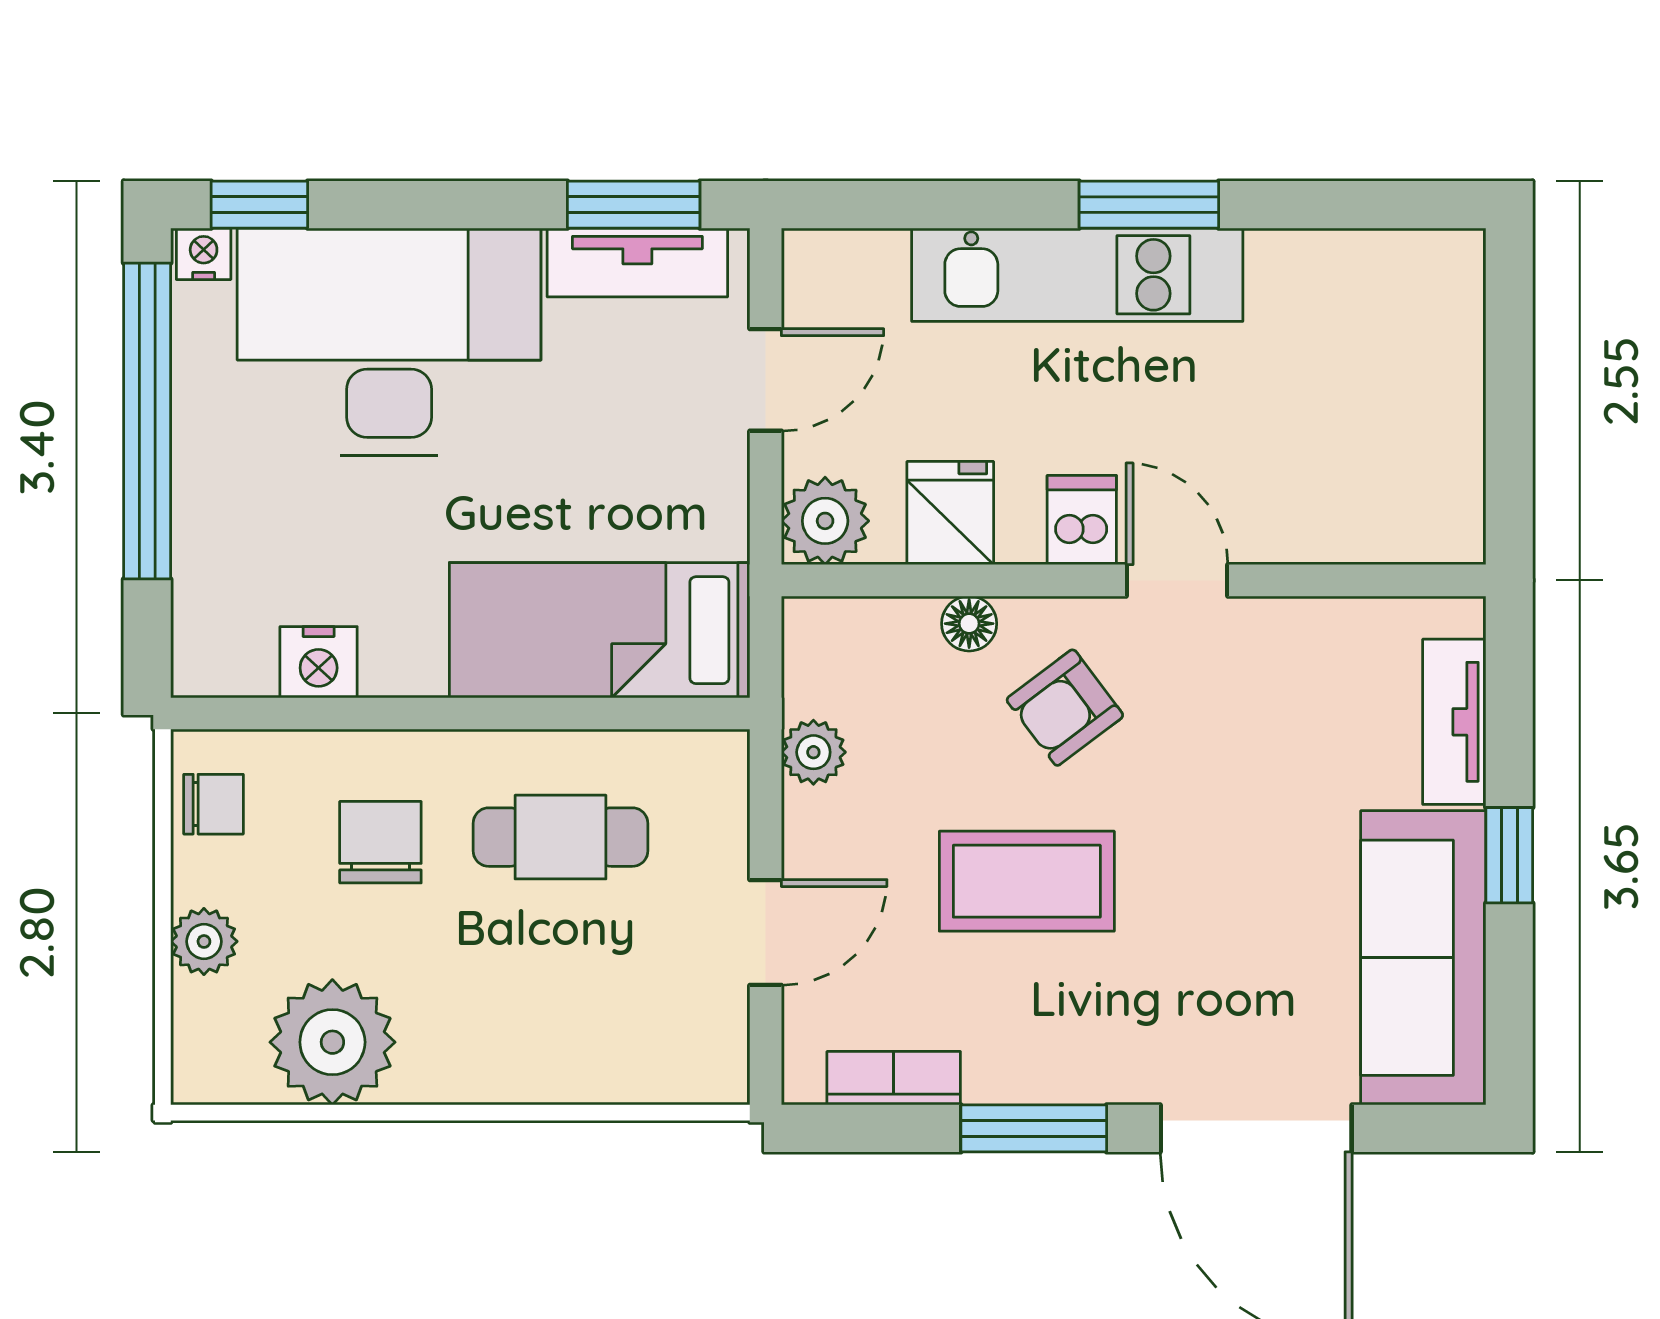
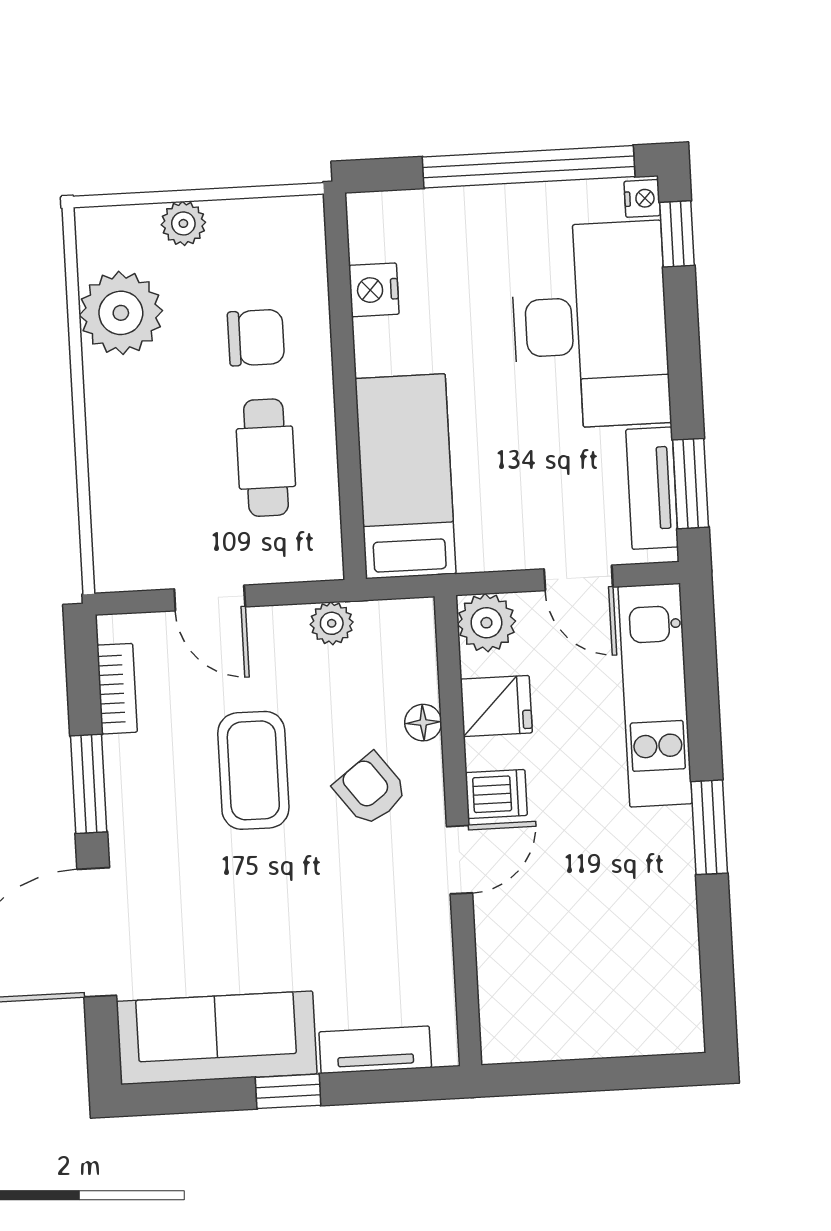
kitchen unit: (1077, 275) -> (655, 695), moved
chair: (214, 804) -> (275, 225), removed

